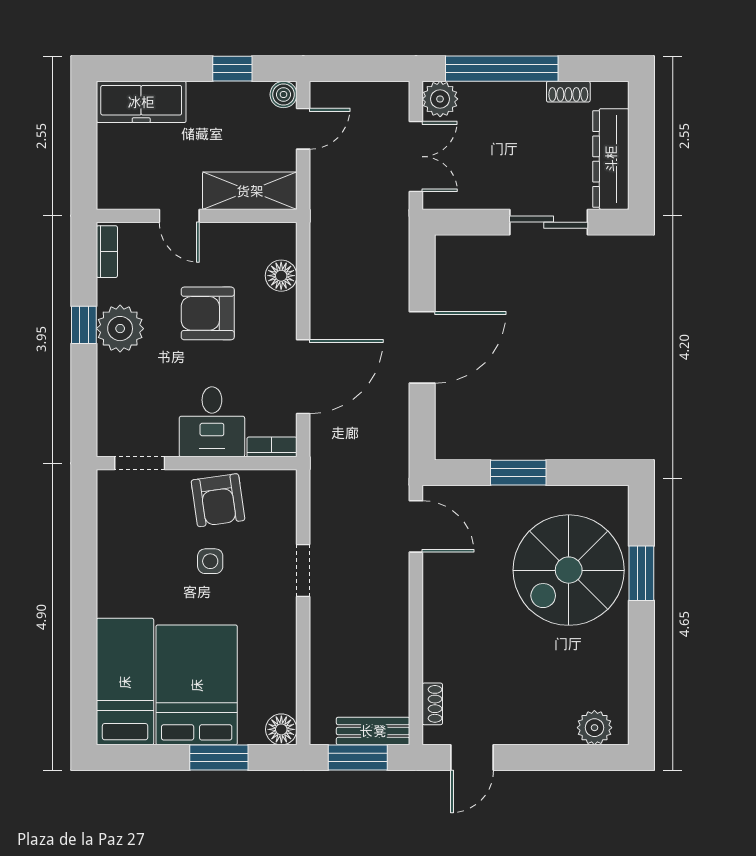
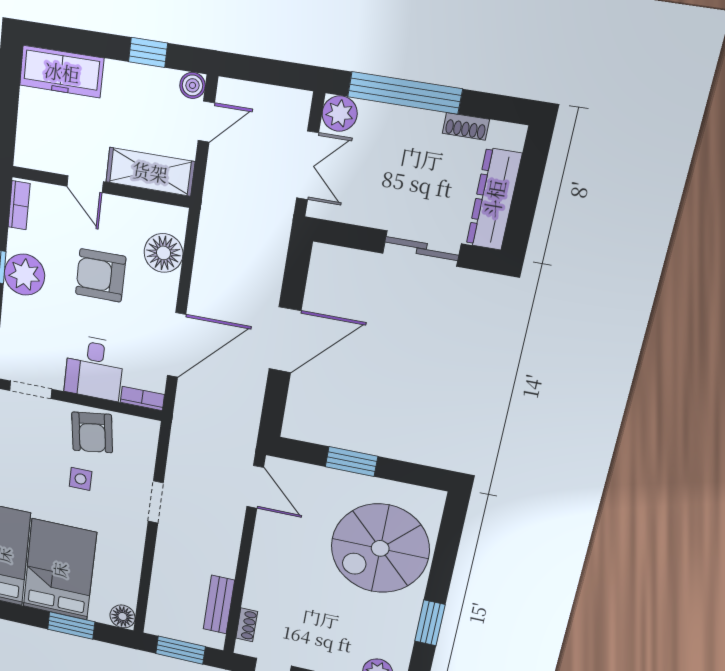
floor lamp: (281, 276) -> (164, 253), width x1.38, depth x1.38
window: (641, 573) -> (430, 623), moved
bench: (373, 731) -> (219, 605), moved, turned 90

